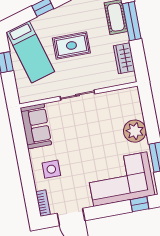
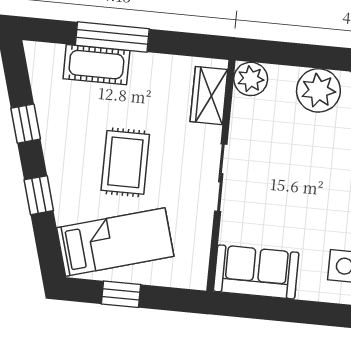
wardrobe: (124, 58) -> (209, 96), moved, turned 90
plant: (131, 96) -> (251, 79), added

